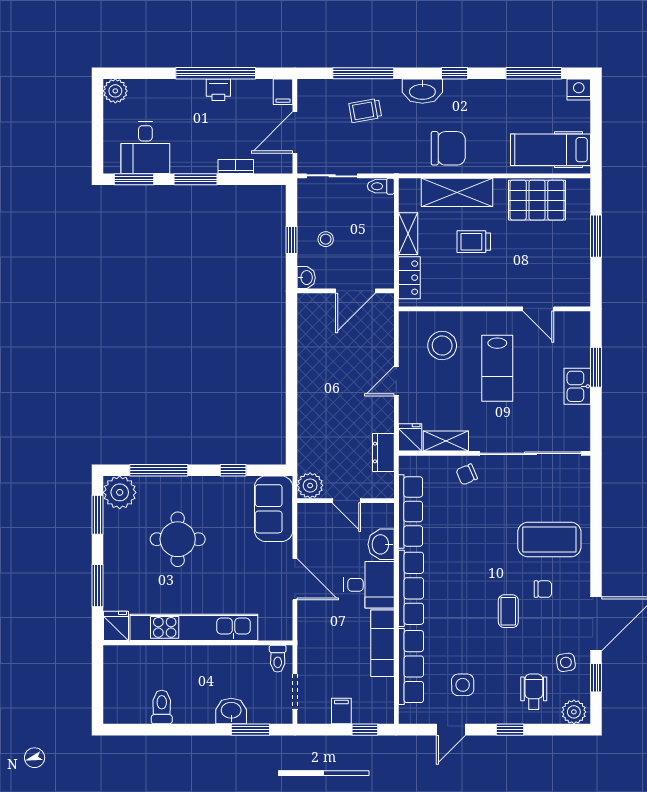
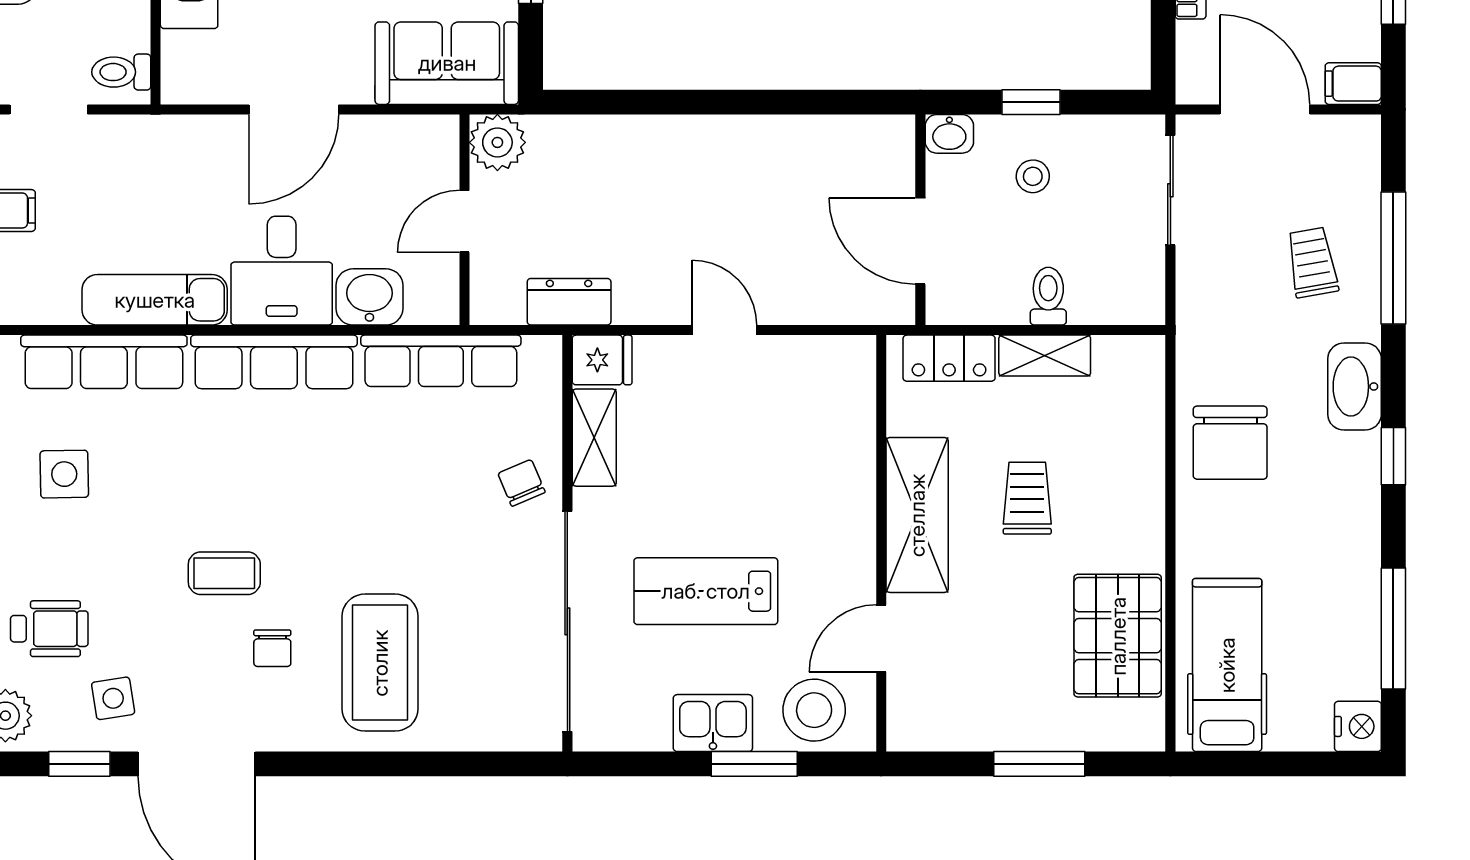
toilet: (381, 186) -> (1048, 296), moved
shelving: (457, 192) -> (917, 515), moved
stool: (442, 345) -> (814, 710), moved
lab bench: (497, 368) -> (706, 591), moved

